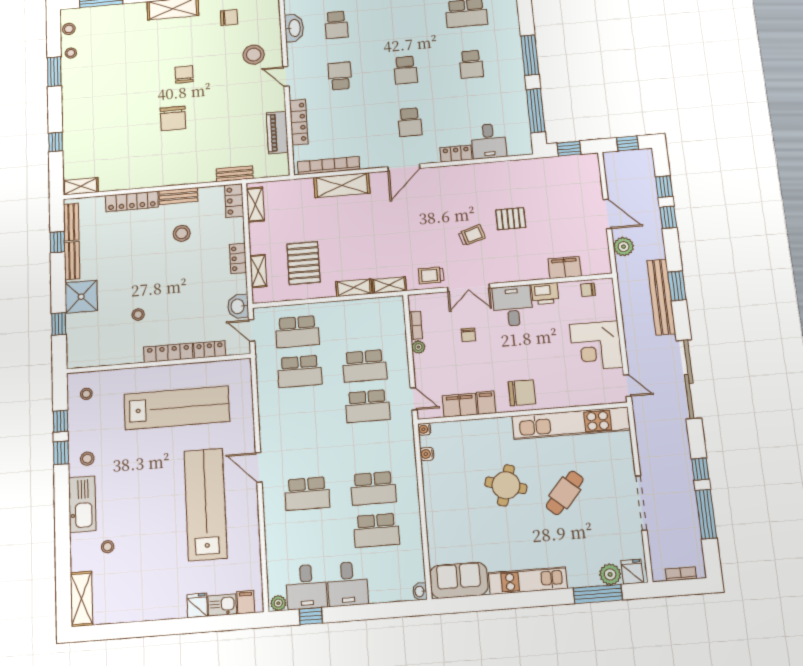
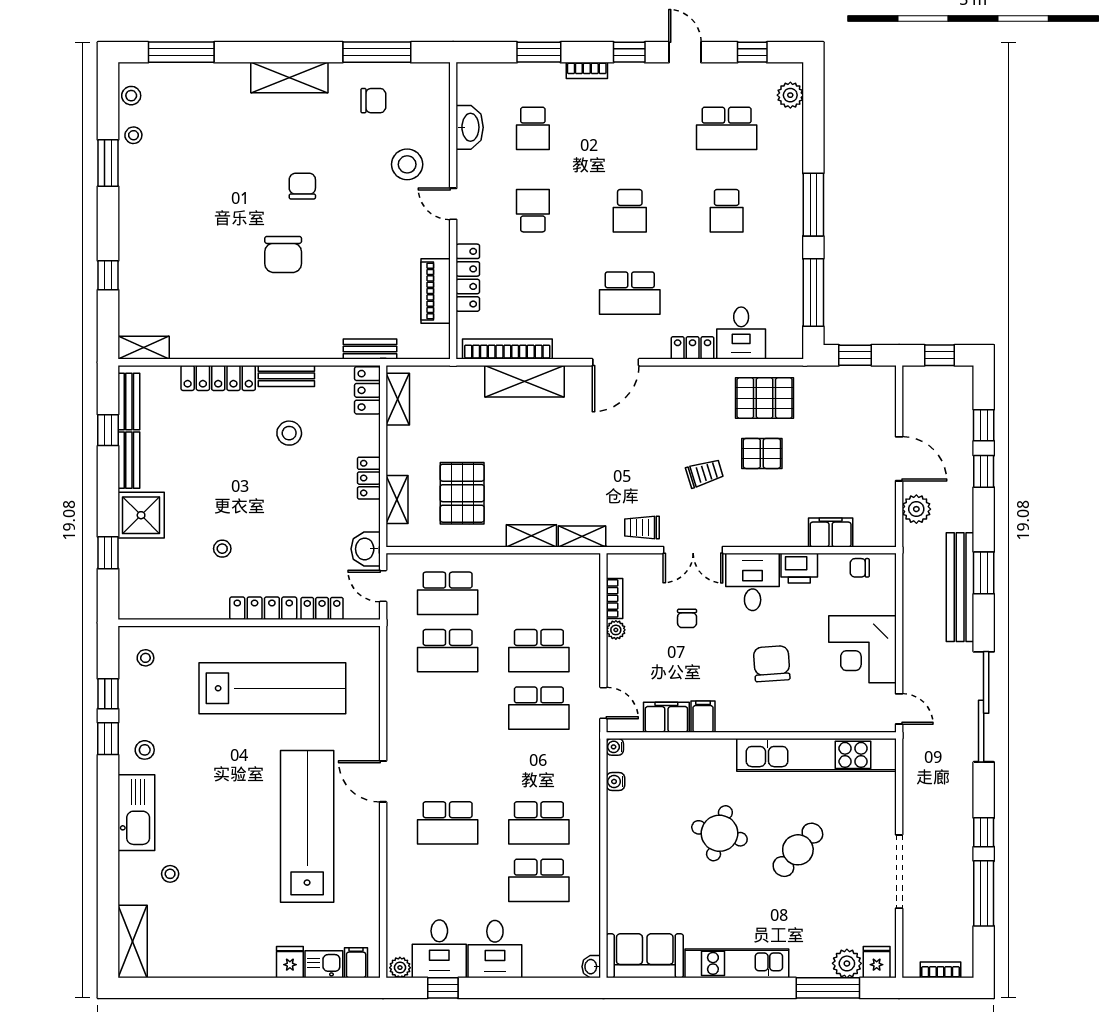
school desk: (410, 122) -> (630, 293), width x1.85
pallet: (509, 182) -> (765, 398), added
chair: (522, 393) -> (772, 664), moved, turned -94

